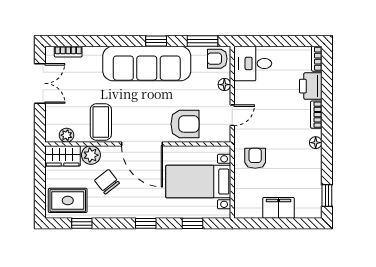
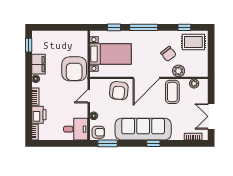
window: (156, 41) -> (153, 143), moved
armchair: (185, 124) -> (119, 91), turned -84
door: (142, 144) -> (146, 78), swing flipped
wardrobe: (63, 156) -> (197, 70), removed
armchair: (255, 158) -> (74, 69), width x1.88, depth x1.88
filing cabinet: (279, 208) -> (38, 64), moved, turned -90
window: (146, 223) -> (144, 27), width x2.17

